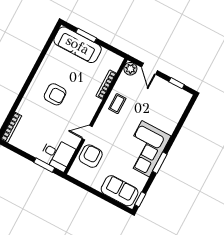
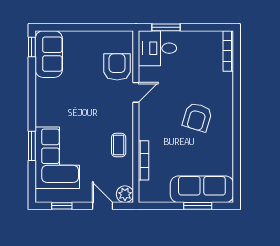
armchair: (55, 94) -> (197, 117), turned -73
corner sofa: (146, 149) -> (57, 158), moved
armchair: (91, 156) -> (117, 67), turned 180
window: (160, 163) -> (32, 146), moved
sofa: (120, 191) -> (49, 54), moved, turned -90

